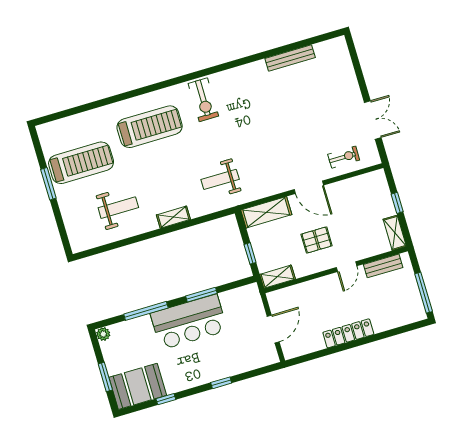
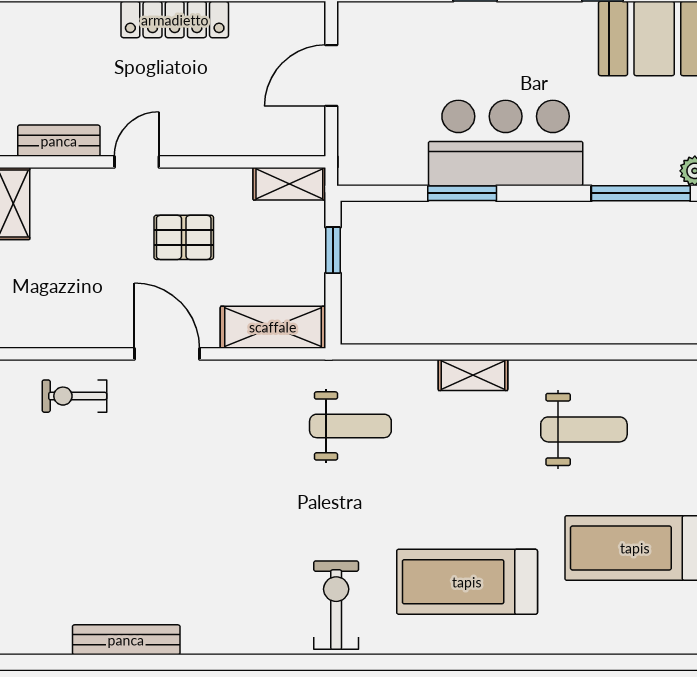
weight bench: (118, 208) -> (584, 429), turned 180
window: (146, 311) -> (641, 193), moved

